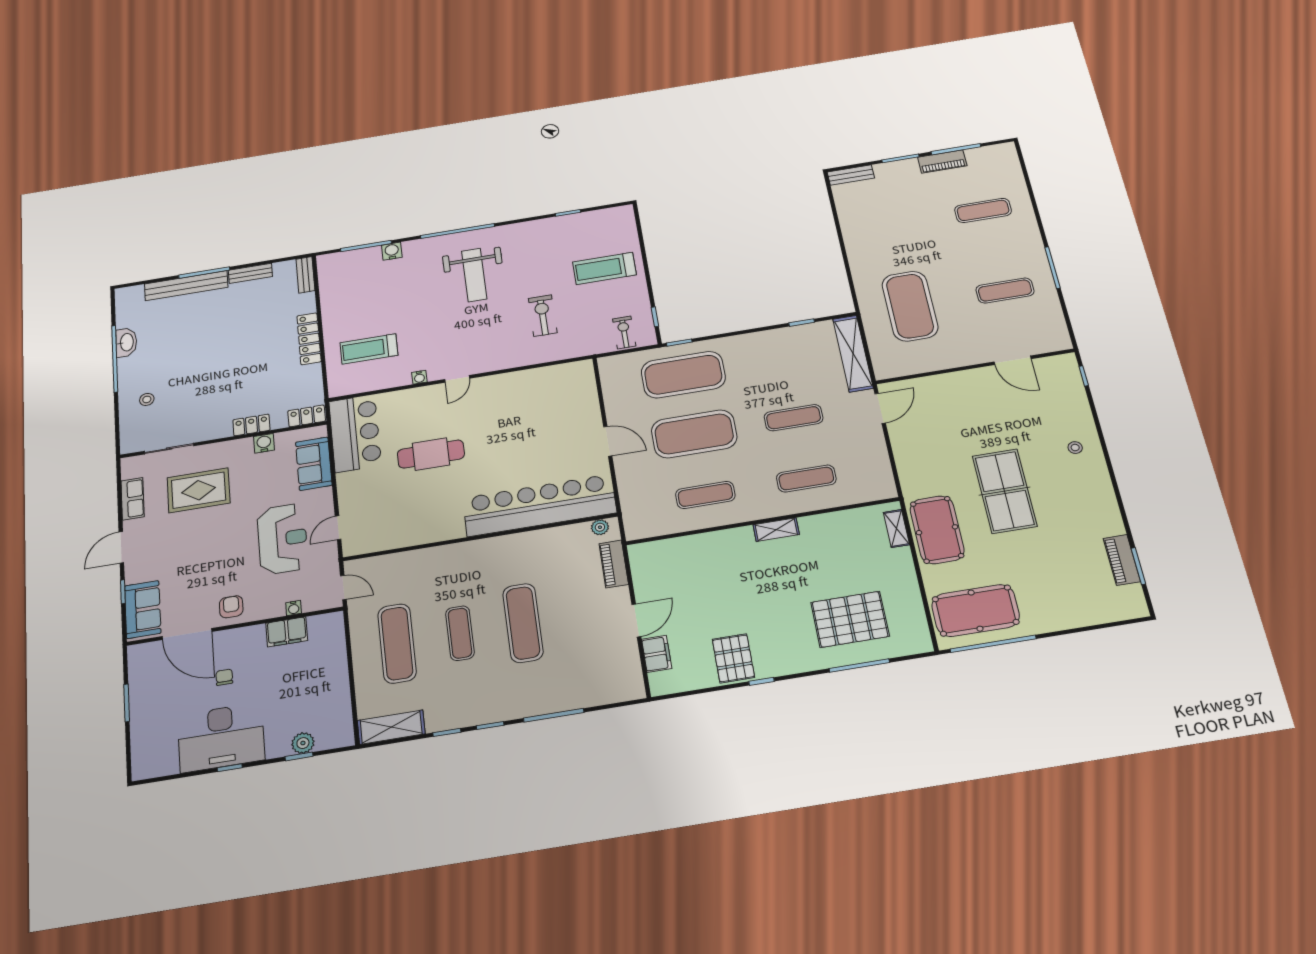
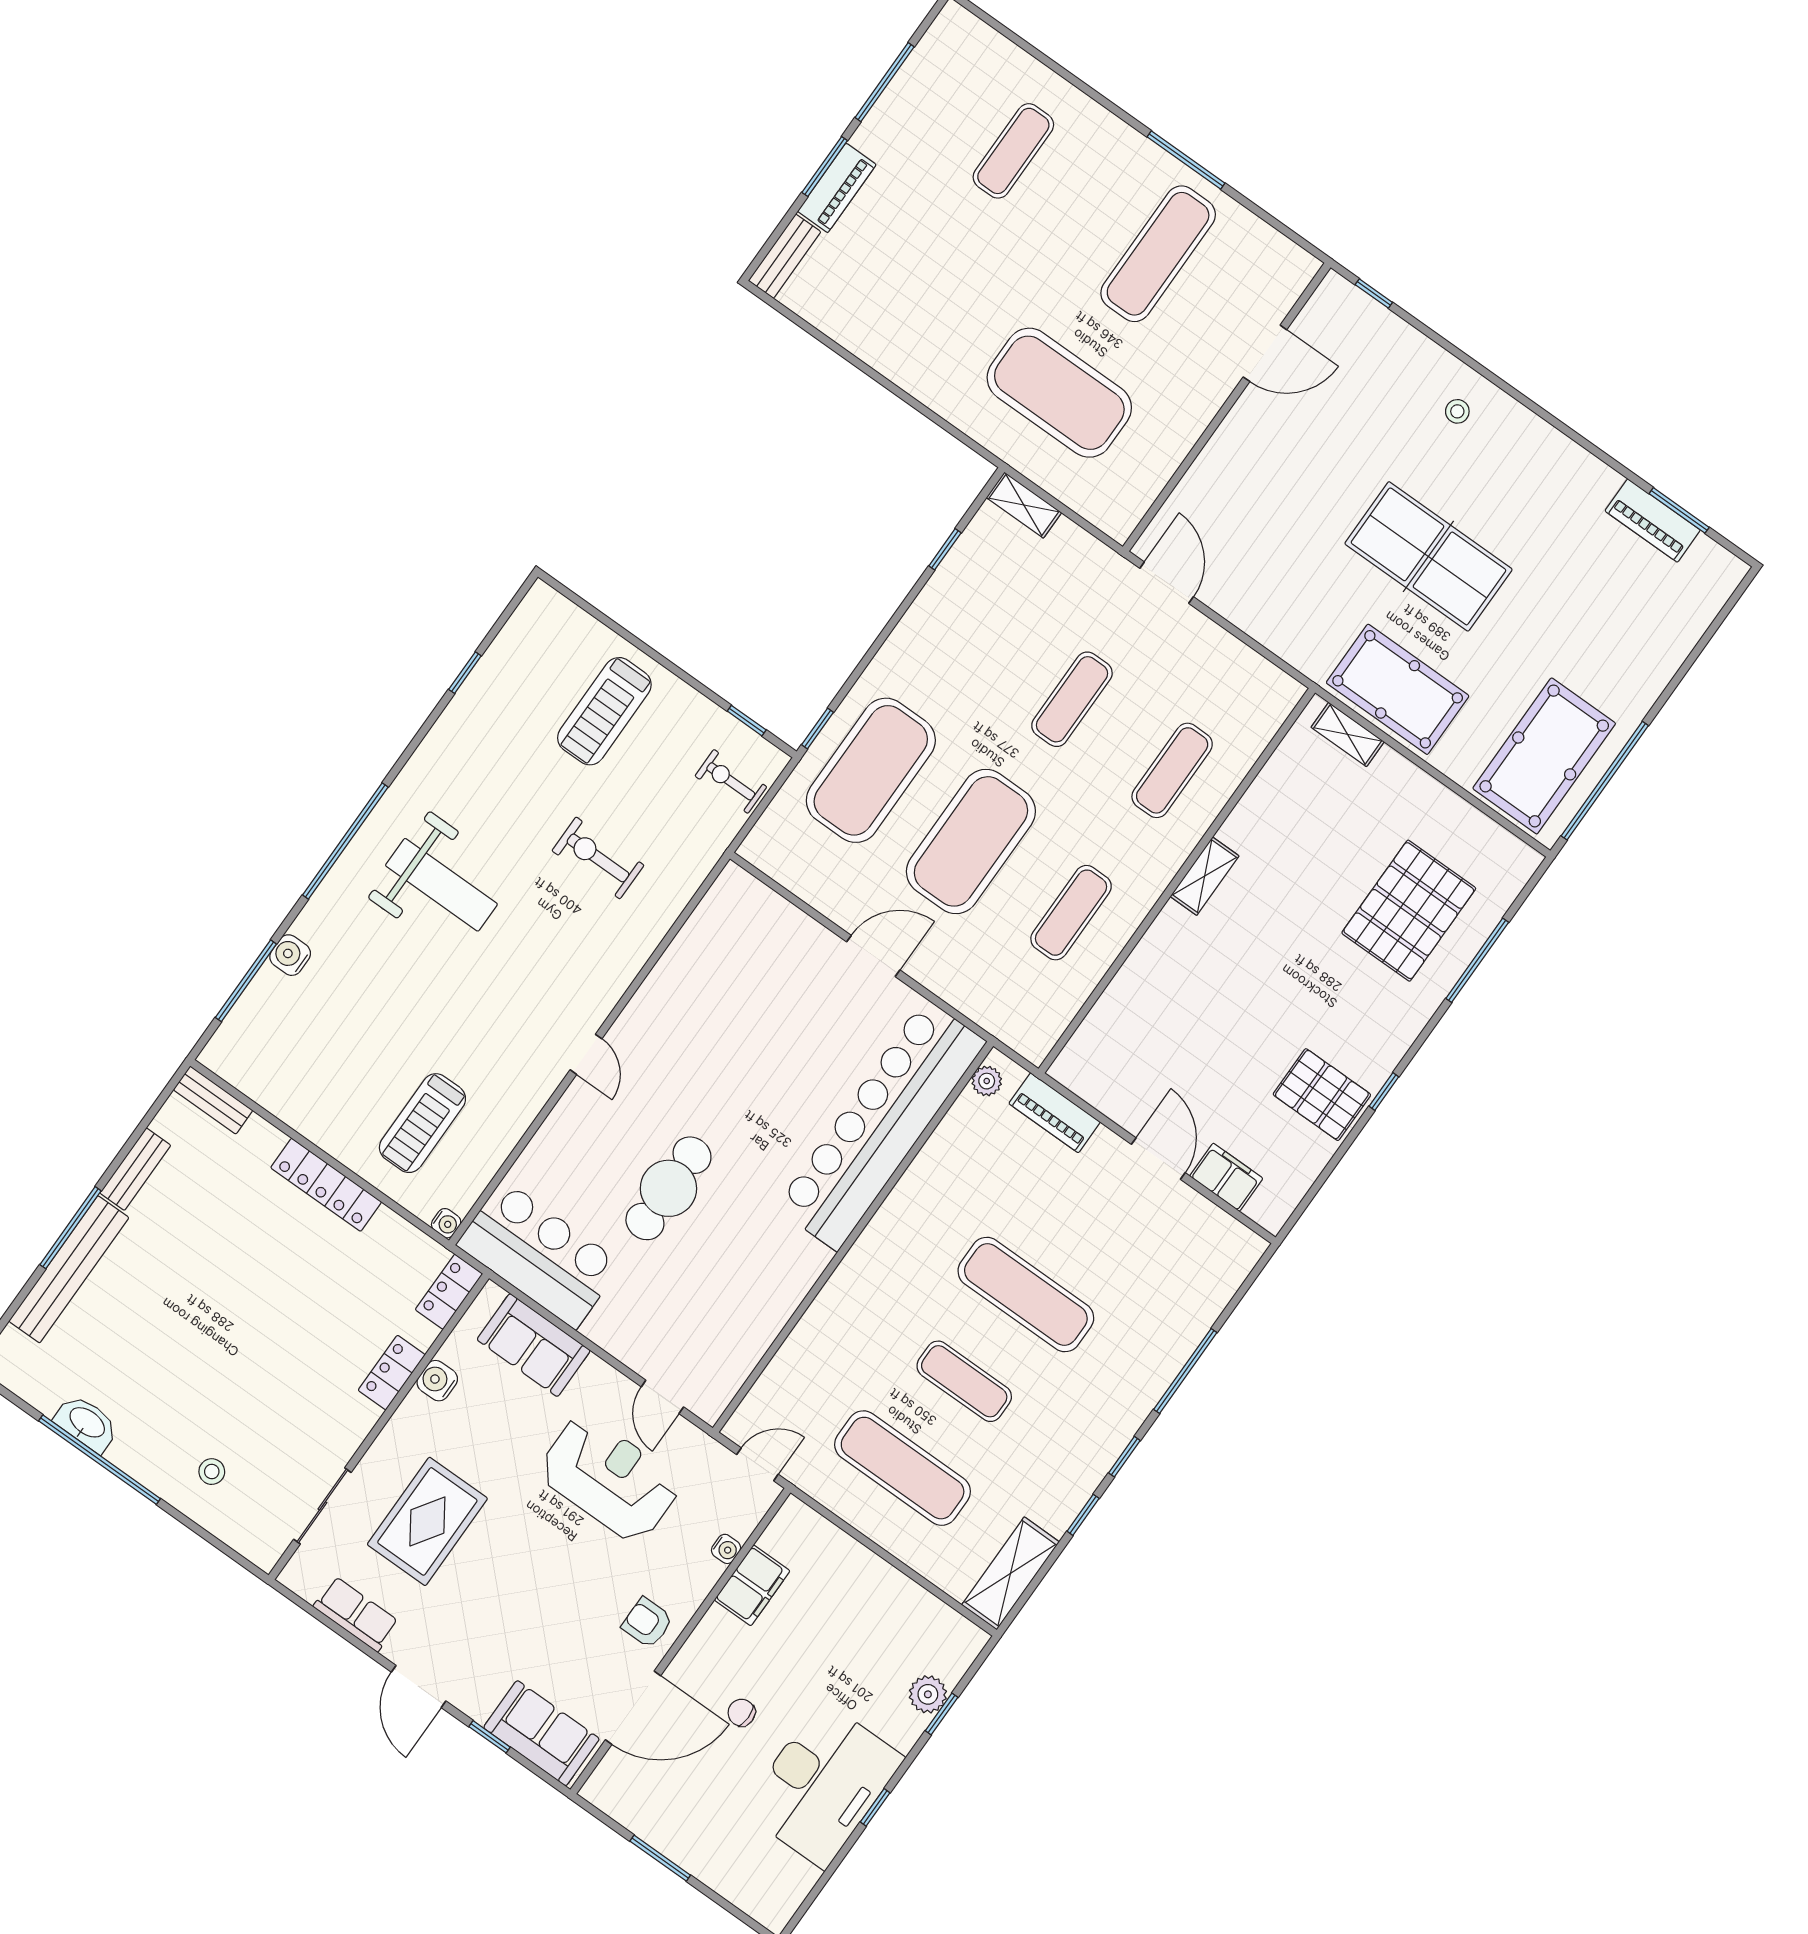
piano: (942, 161) -> (837, 188), moved
exercise mat: (1005, 291) -> (1158, 254), width x1.36, depth x1.45
shelving: (853, 353) -> (1024, 505), width x0.45, depth x0.75
water cooler: (419, 377) -> (446, 1223), moved

